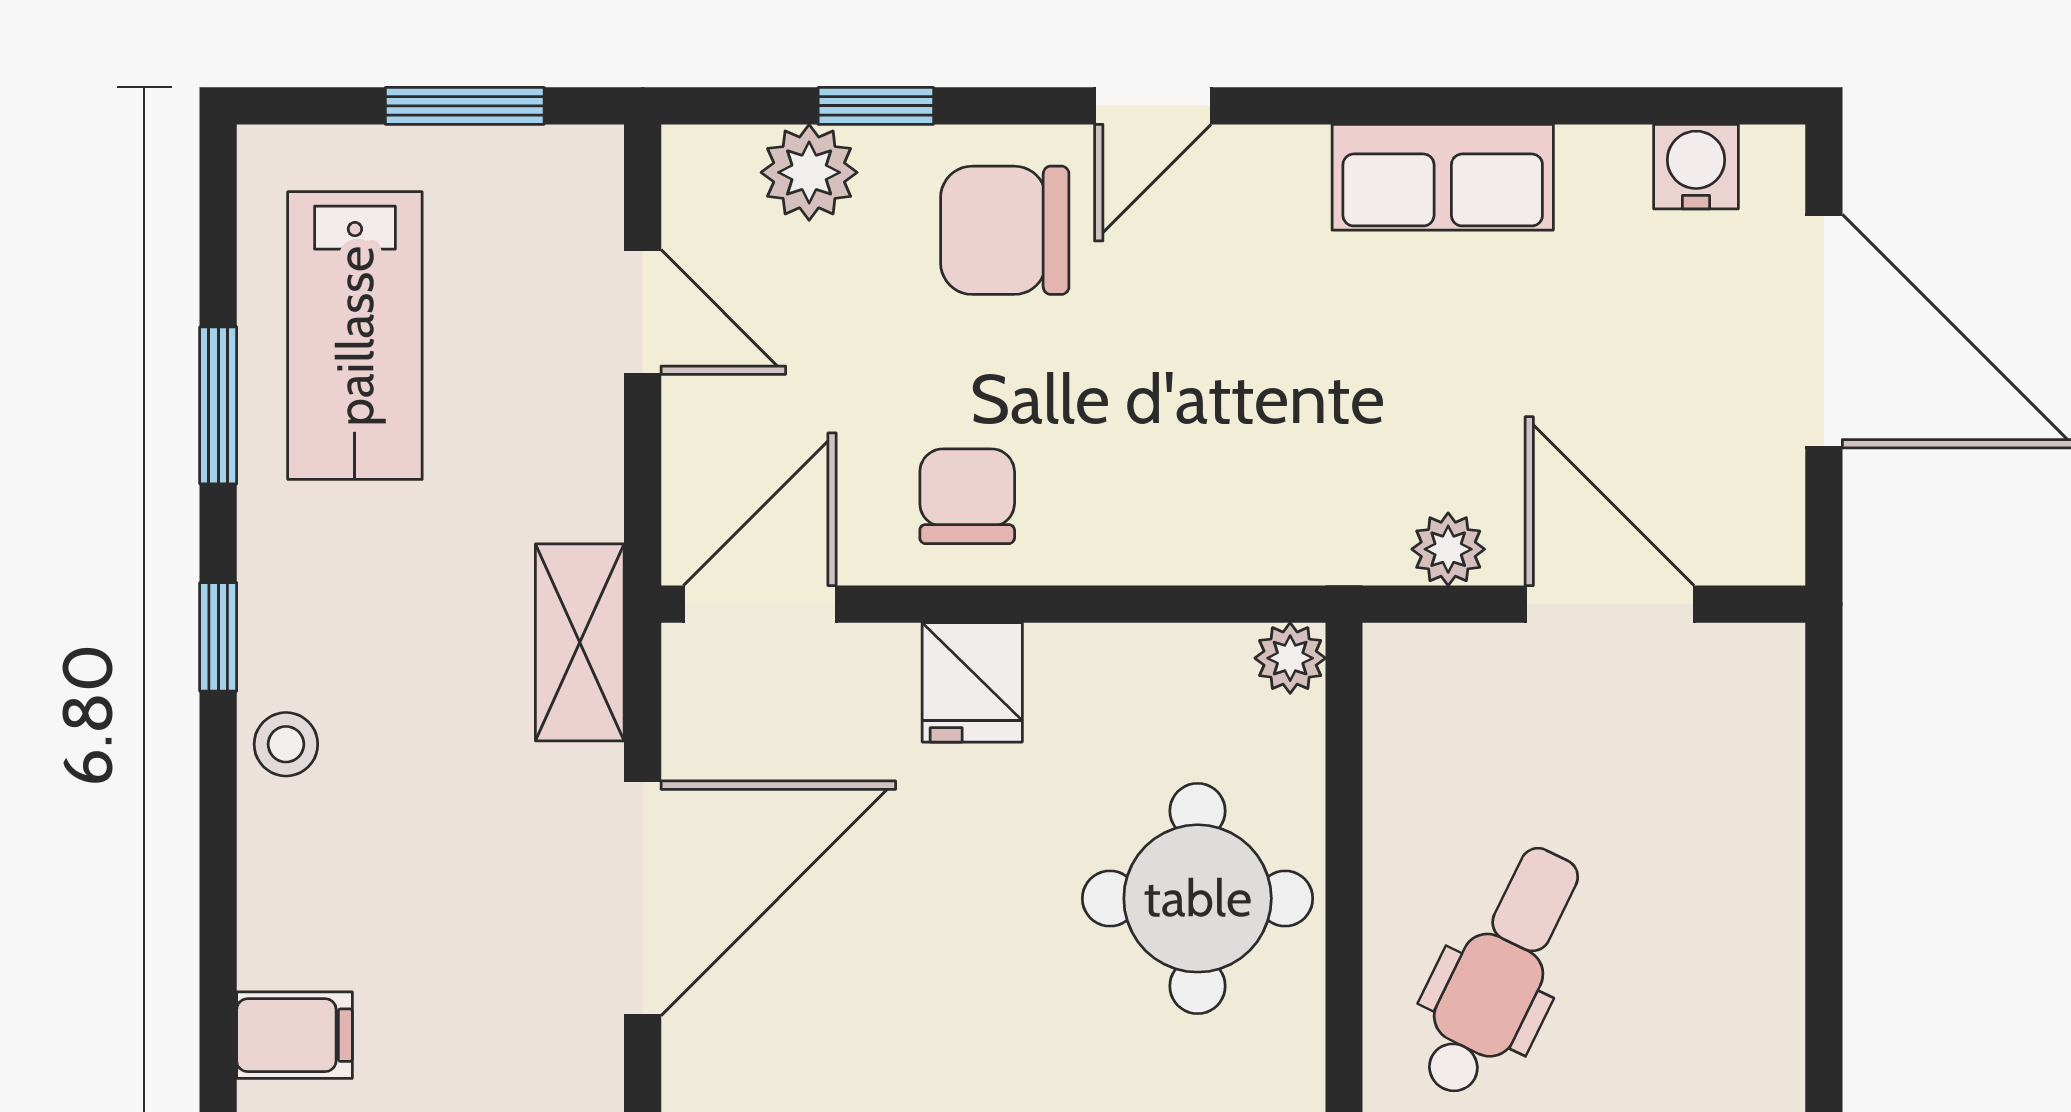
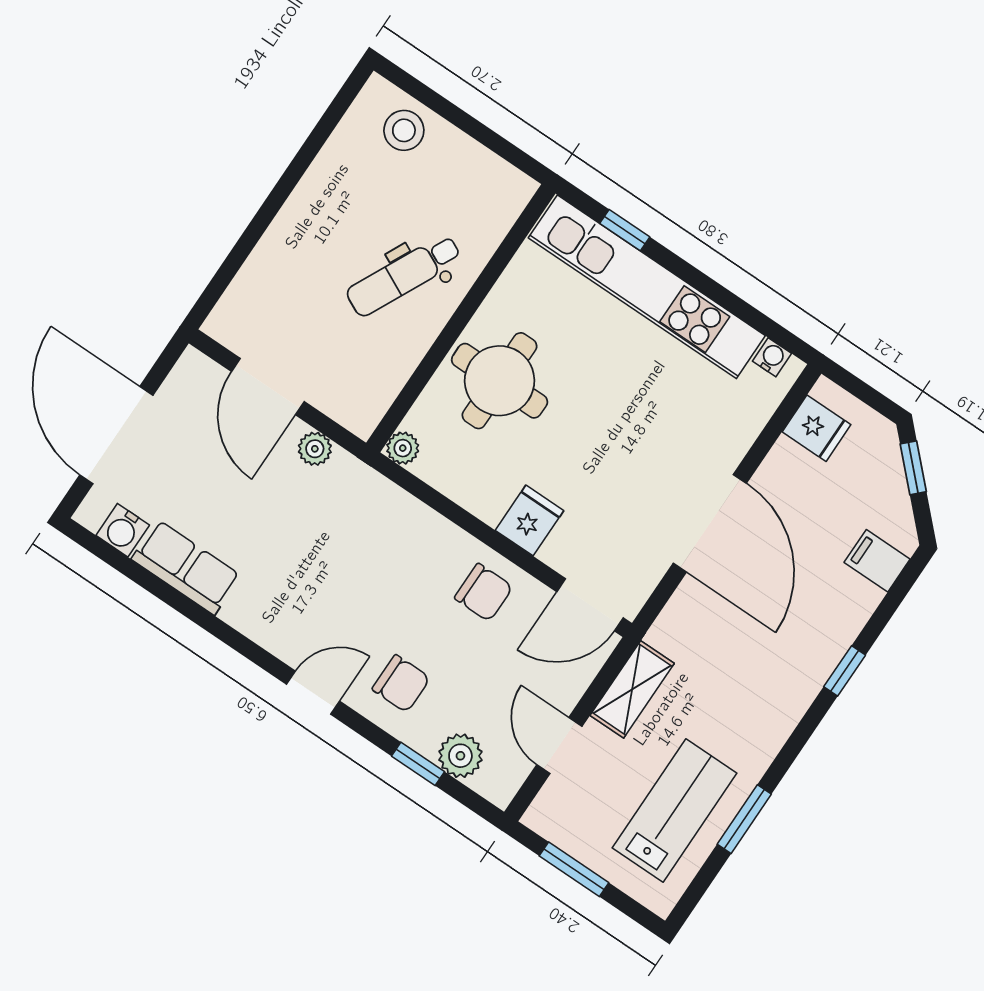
row of seats: (1443, 177) -> (186, 567), moved
chair: (1005, 230) -> (401, 684), width x0.73, depth x0.73
chair: (967, 496) -> (484, 592), turned -90
window: (218, 637) -> (845, 671), moved
shelving: (580, 642) -> (632, 689), moved
stool: (286, 744) -> (806, 673), removed
door: (643, 898) -> (710, 523), swing flipped

